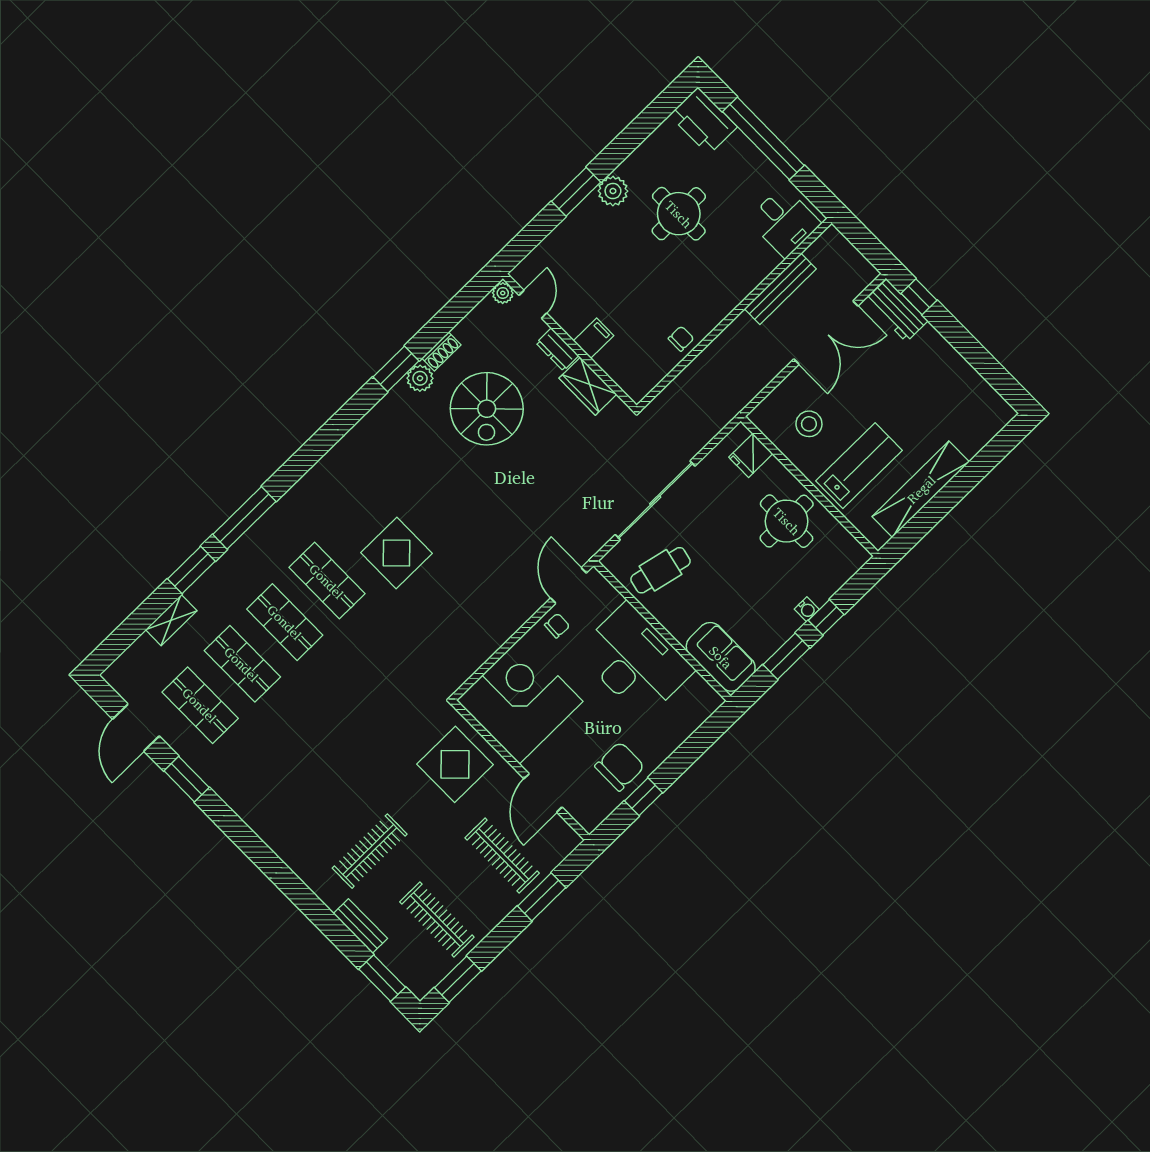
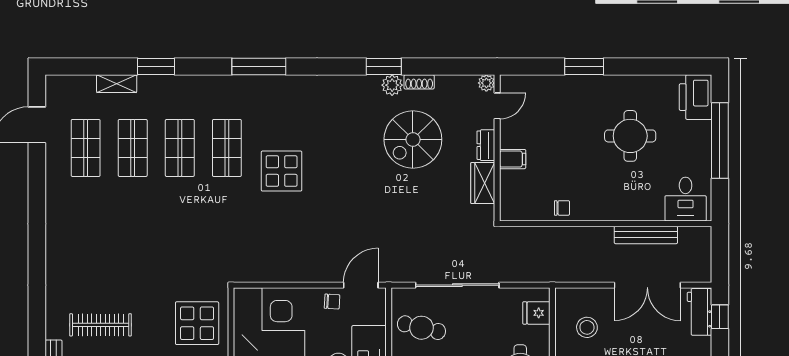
plant: (613, 191) -> (606, 86), removed
window: (244, 518) -> (259, 66), moved
window: (187, 779) -> (37, 182), removed

